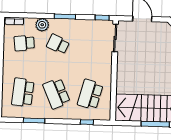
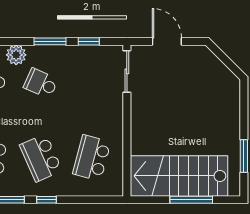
window: (102, 18) -> (89, 41), moved
window: (87, 122) -> (47, 200), moved

